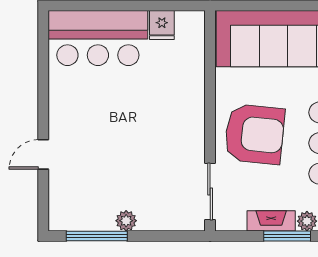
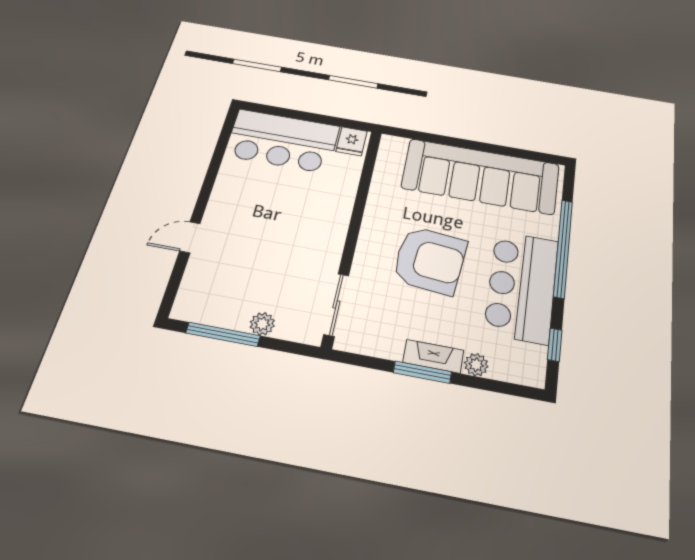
wall: (210, 121) -> (353, 232), moved
sliding door: (210, 192) -> (336, 305), moved
window: (287, 236) -> (422, 372), moved

